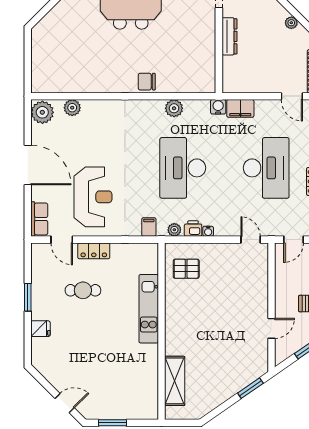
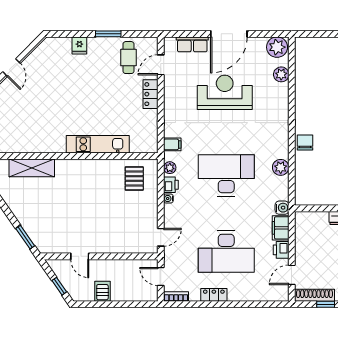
printer: (264, 108) -> (281, 250), added
reception desk: (93, 197) -> (225, 92), moved, turned 180
row of seats: (39, 219) -> (192, 44), moved
cafe table: (83, 290) -> (128, 58), moved

